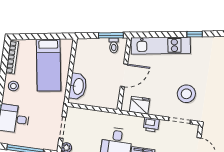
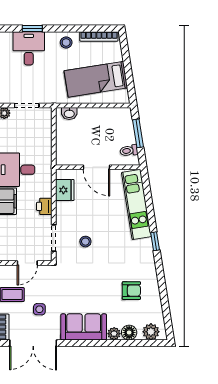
window: (111, 35) -> (138, 133), moved
washbasin: (78, 86) -> (69, 113), width x0.52, depth x0.69
stool: (186, 94) -> (85, 242), width x0.53, depth x0.53

